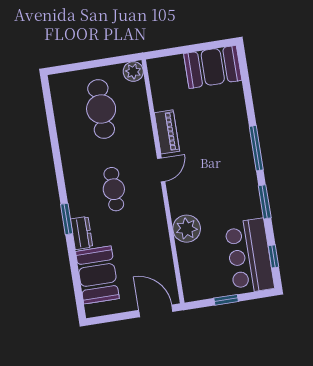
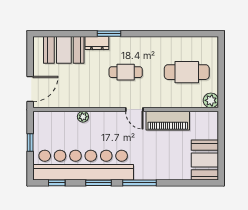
piano: (167, 132) -> (168, 121), width x1.37, depth x1.33
plant: (187, 229) -> (83, 117), width x0.53, depth x0.53
bar counter: (249, 256) -> (83, 165), width x1.86

